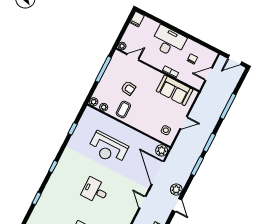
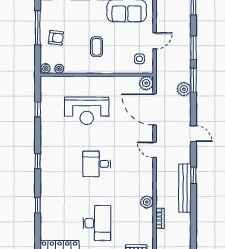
armchair: (128, 88) -> (56, 38), moved
coffee table: (123, 110) -> (97, 47), moved
plant: (176, 190) -> (184, 89), moved

